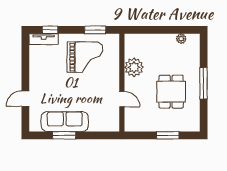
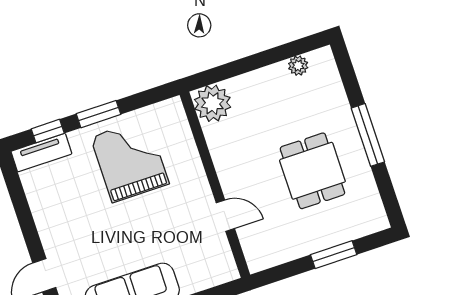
window: (95, 30) -> (99, 114), moved
grand piano: (85, 57) -> (130, 160), turned -90
plant: (134, 67) -> (213, 103), moved

